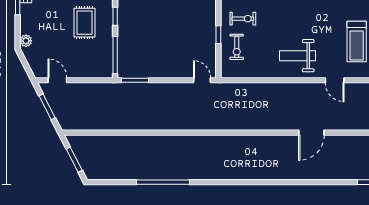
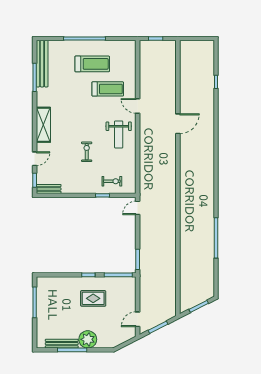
exercise bike: (243, 19) -> (87, 152), moved
plant: (26, 41) -> (88, 339), moved, width x1.87, depth x1.87
door: (335, 80) -> (138, 106), swing flipped
door: (311, 133) -> (178, 124), hinge flipped

